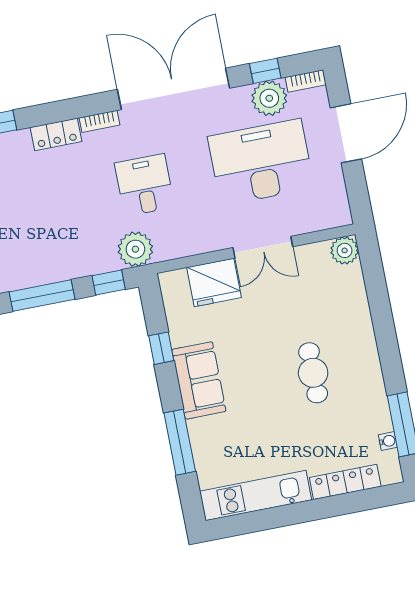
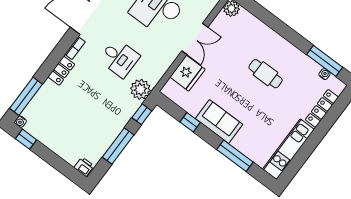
desk: (145, 185) -> (119, 58), turned 180

